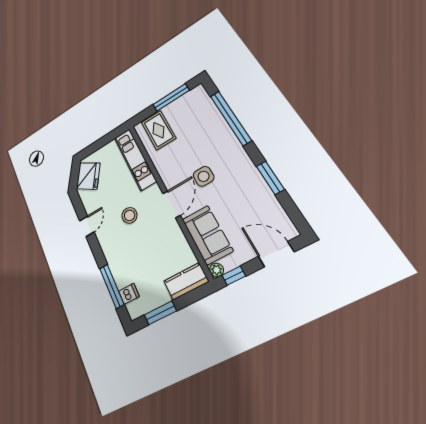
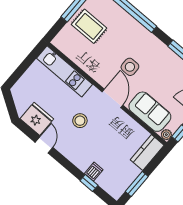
rug: (159, 130) -> (89, 26), moved
fridge: (88, 176) -> (37, 119), moved, turned -32
window: (112, 286) -> (89, 183), width x0.46
dishwasher: (129, 294) -> (94, 172), moved

